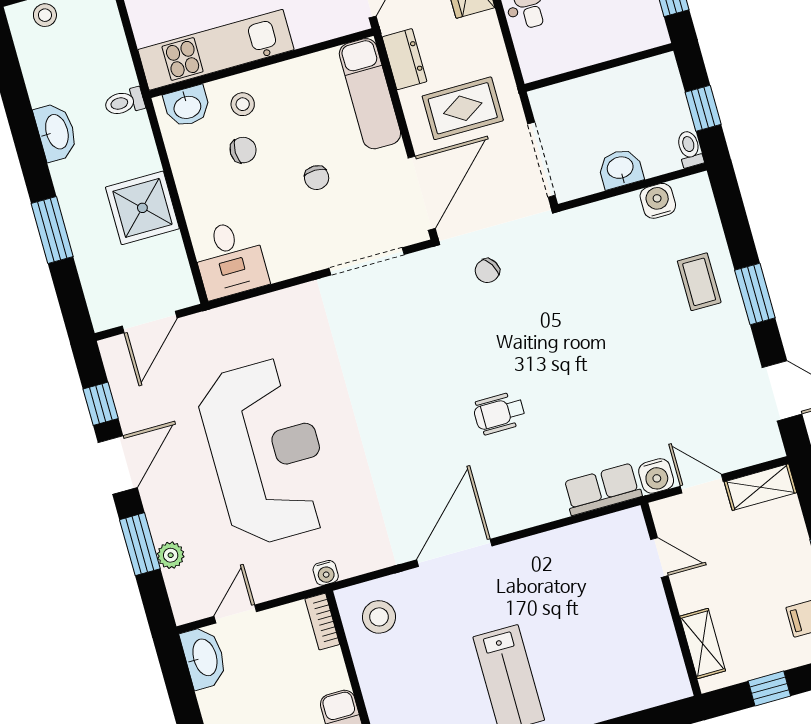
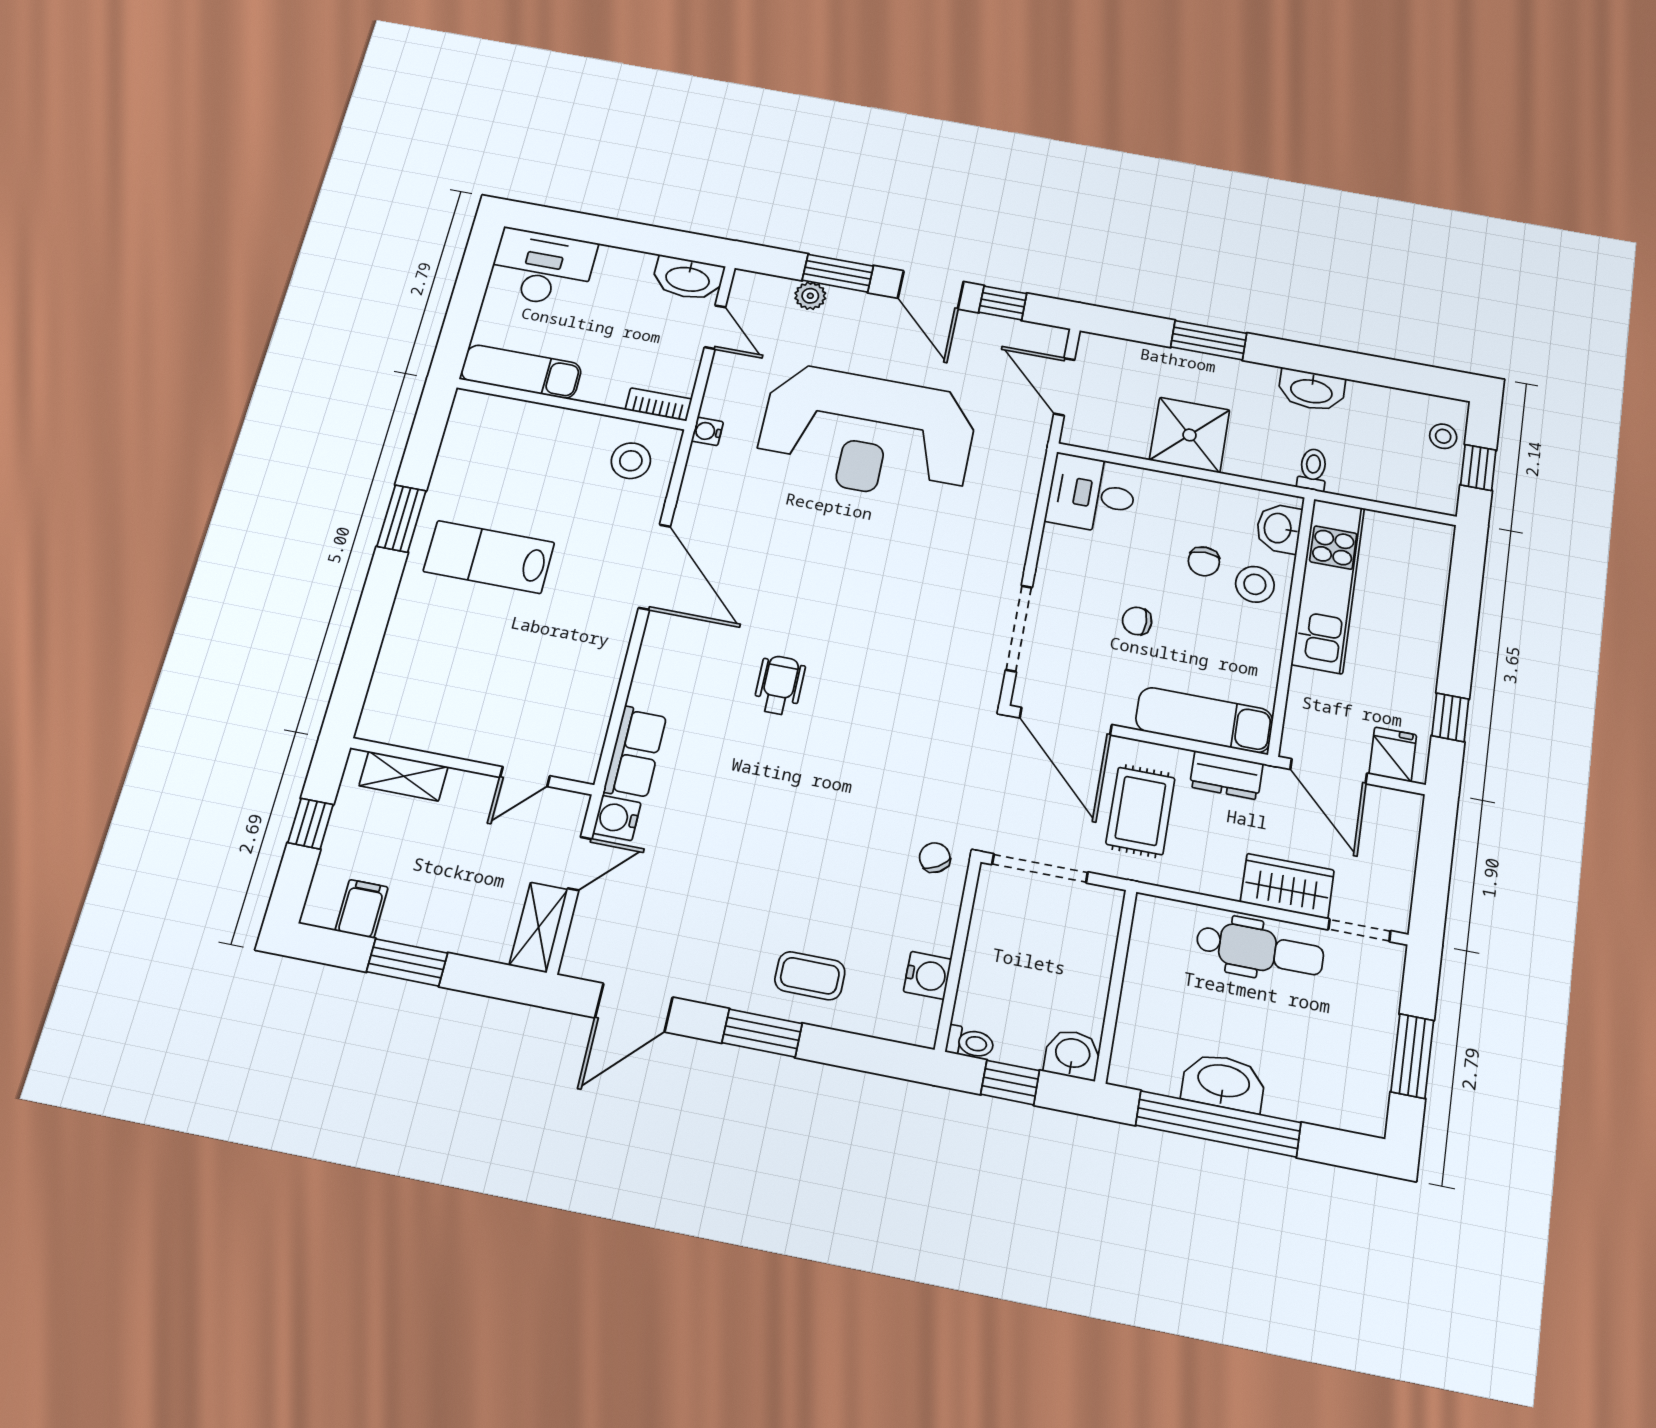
stool: (243, 104) -> (1255, 584), width x1.37, depth x1.37
washbasin: (620, 169) -> (1072, 1054), moved, turned -90
chair: (487, 271) -> (935, 858), moved

